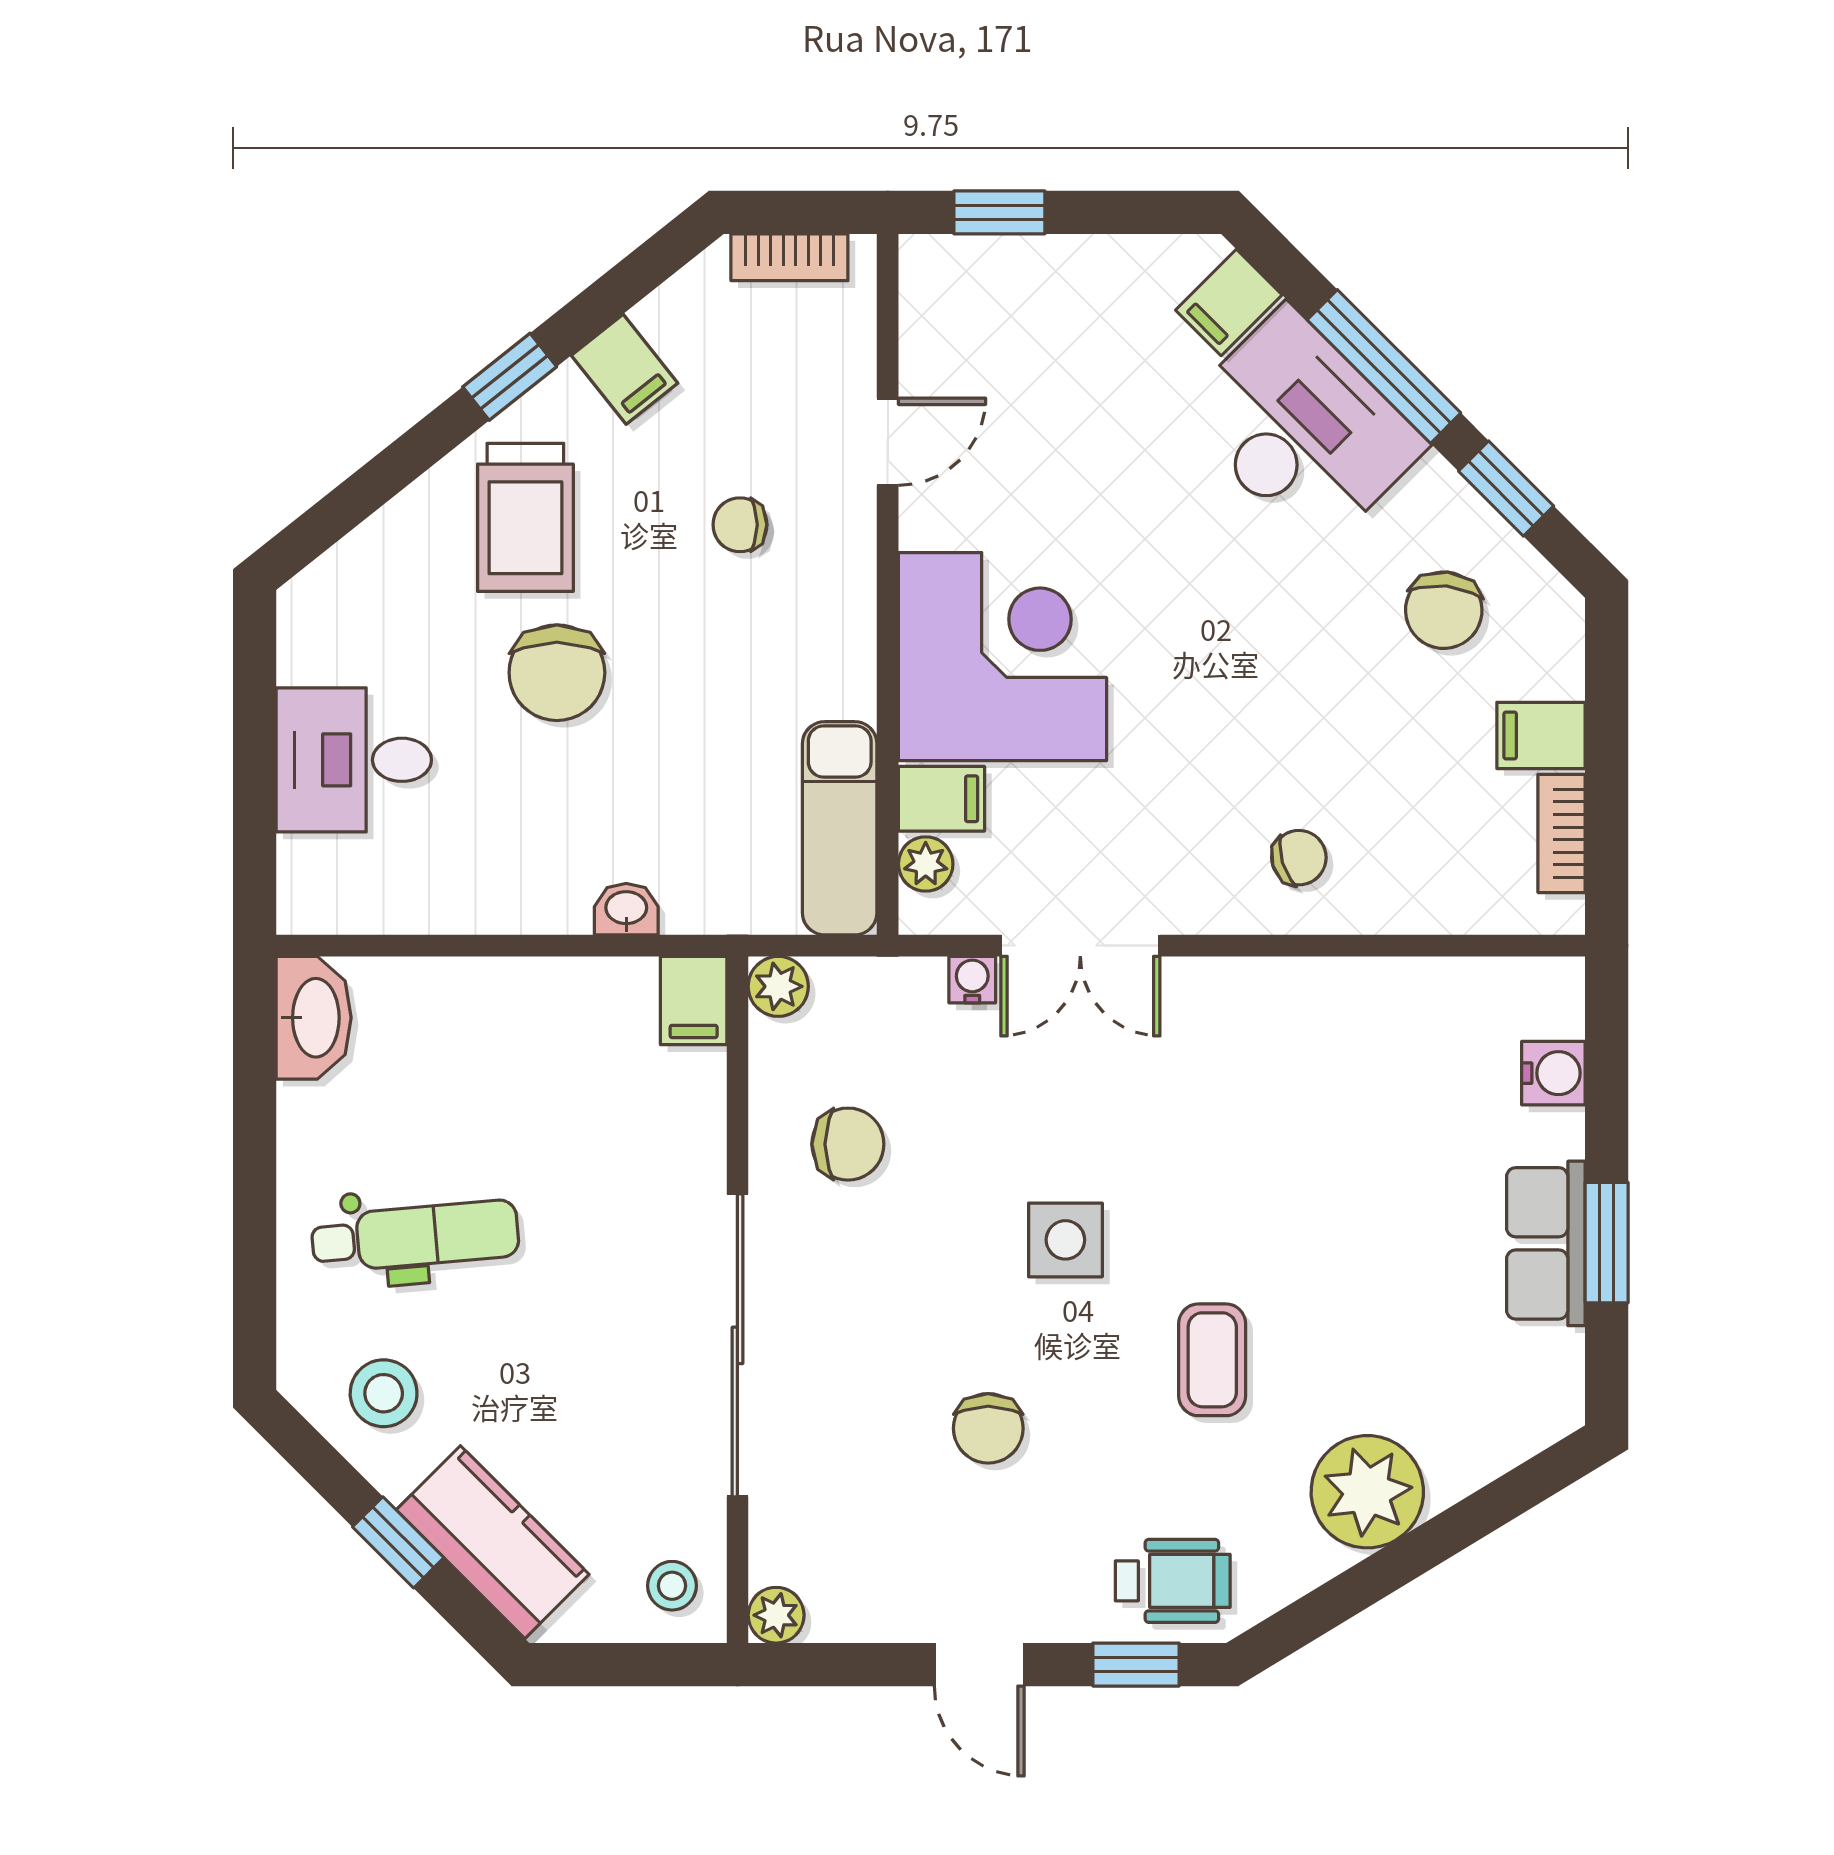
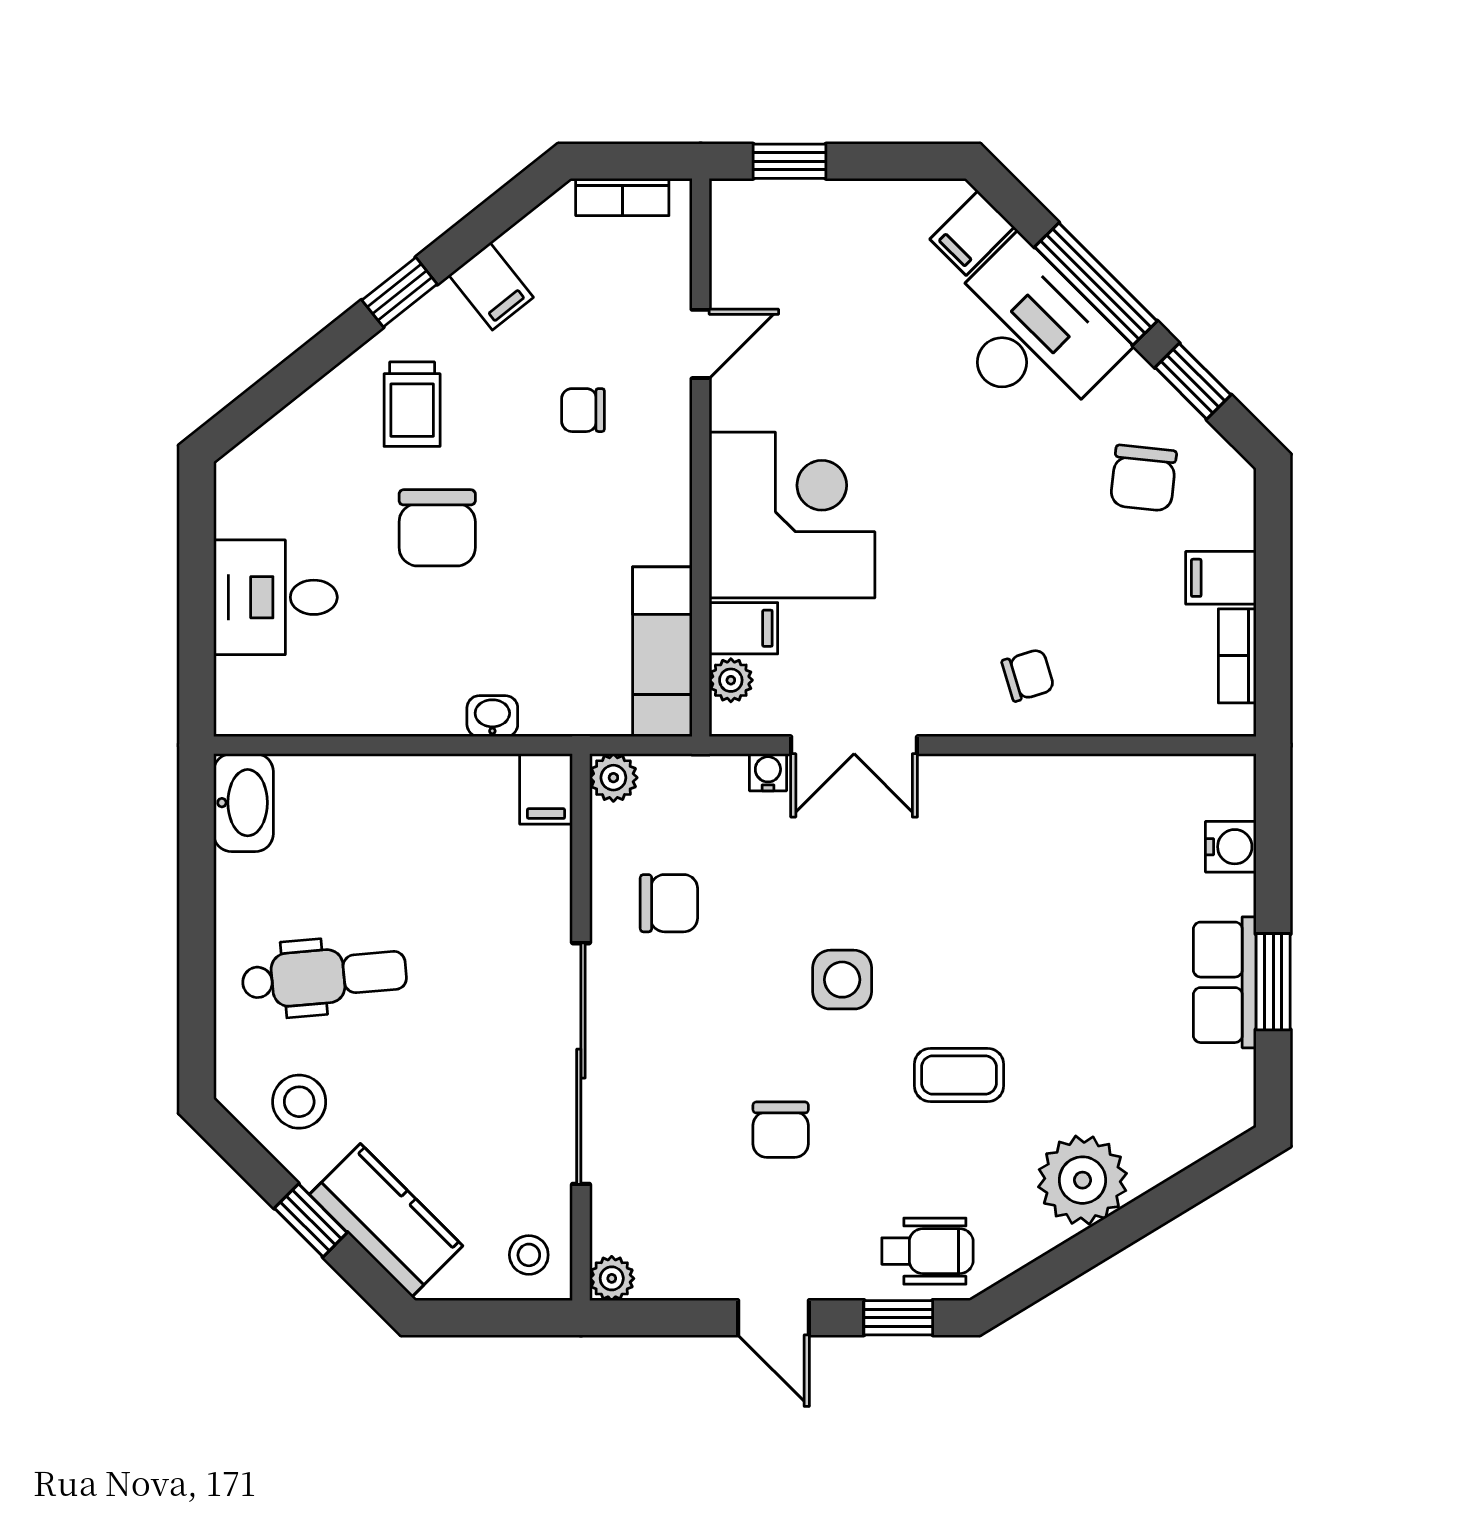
trolley: (525, 517) -> (412, 404), width x0.73, depth x0.72
coffee table: (1212, 1360) -> (959, 1075), turned 90

